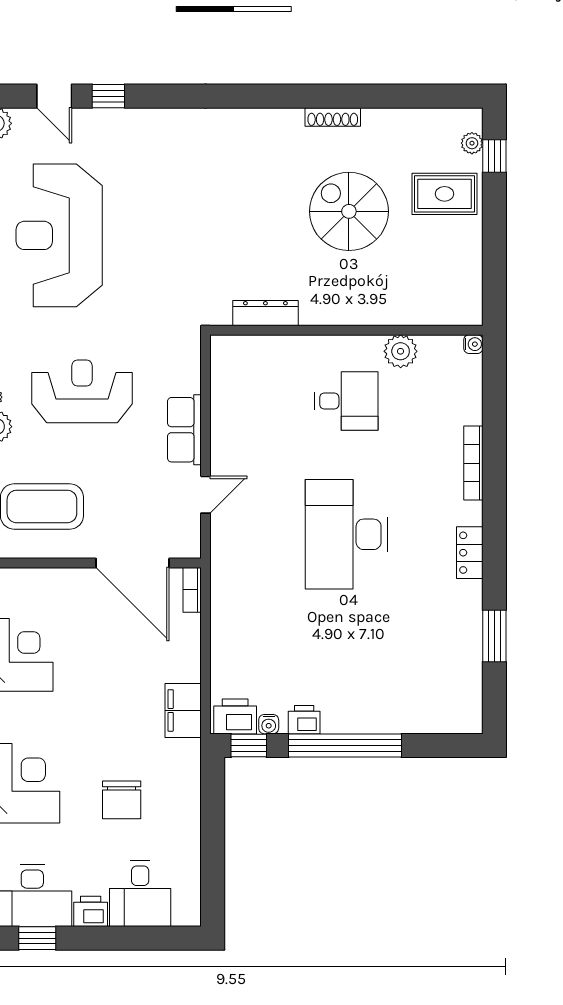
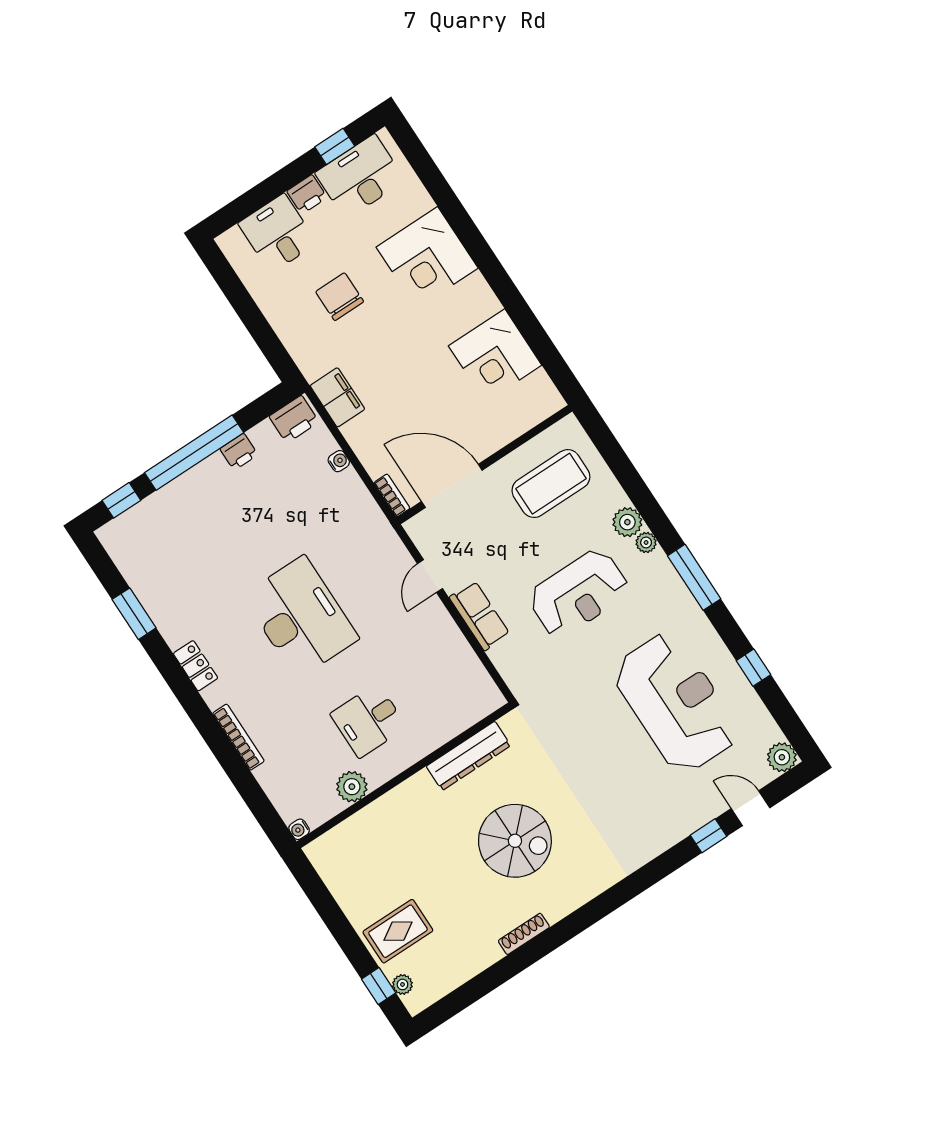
spiral stairs: (349, 211) -> (515, 841), moved
dresser: (265, 313) -> (468, 756), width x1.37, depth x1.24
water cooler: (269, 724) -> (339, 461), moved, turned 90
window: (249, 746) -> (121, 500), moved

